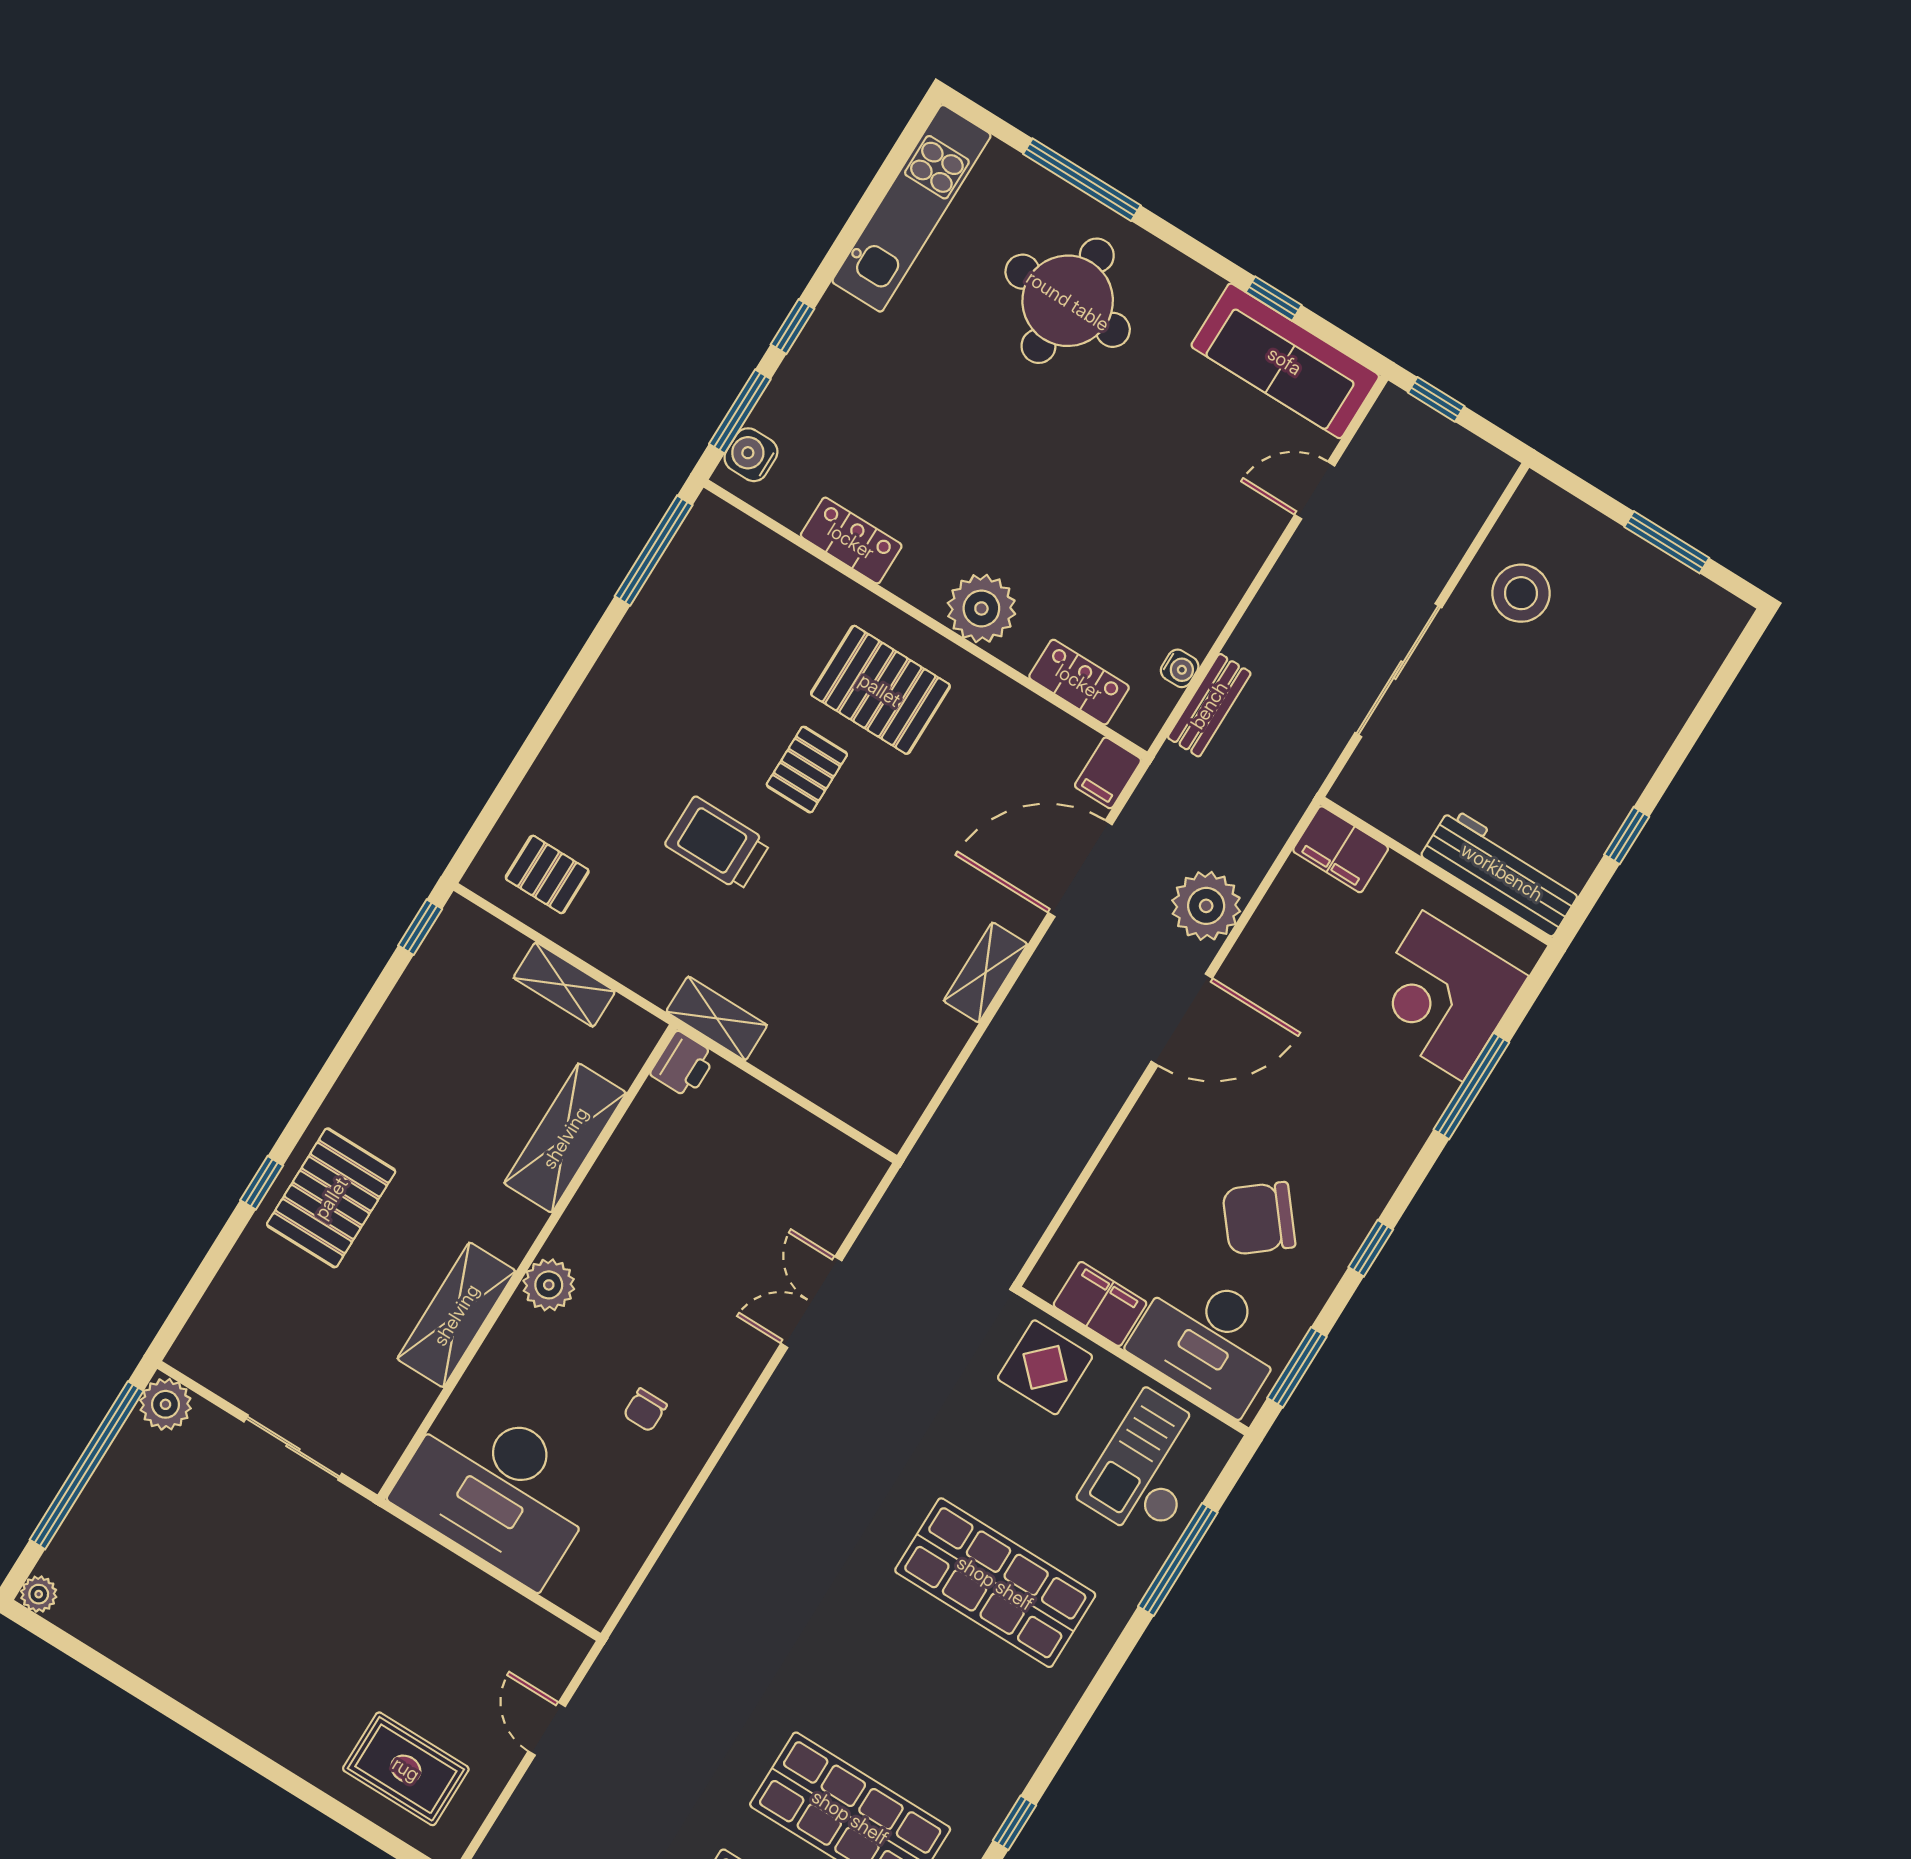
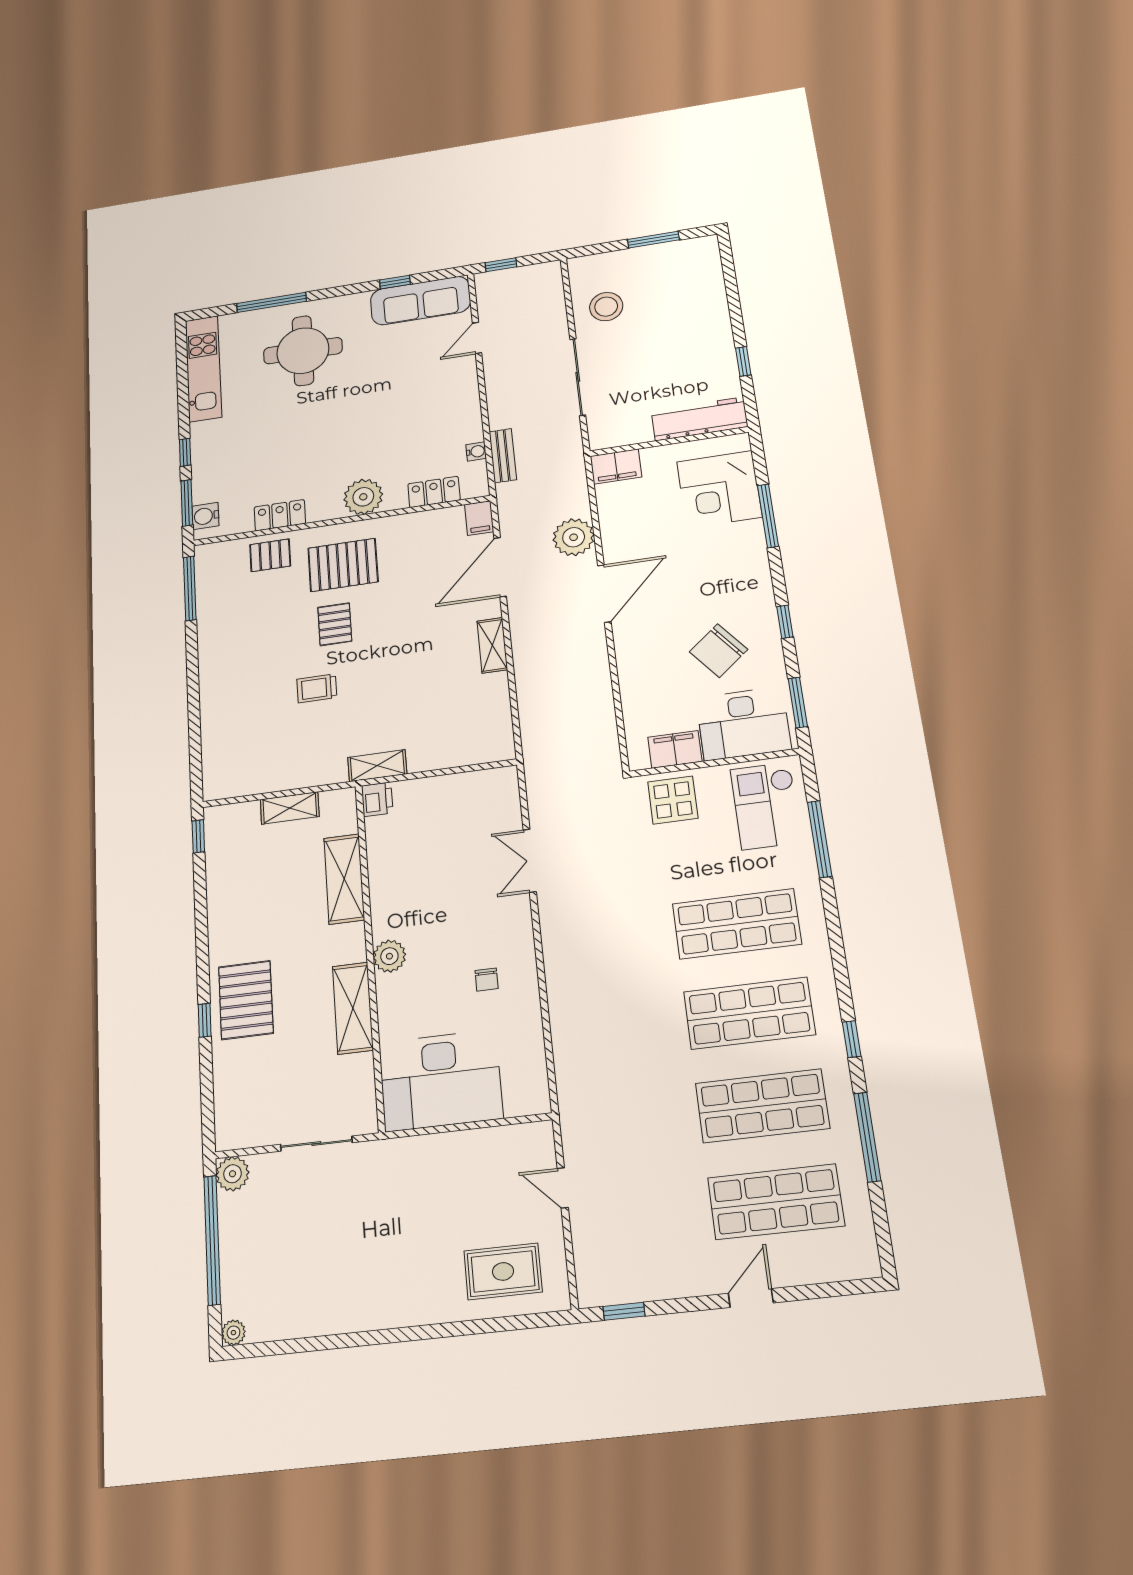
trolley: (718, 844) -> (317, 688), width x0.73, depth x0.72
pallet: (547, 874) -> (270, 555), moved
shop shelf: (923, 1700) -> (749, 1013), added

